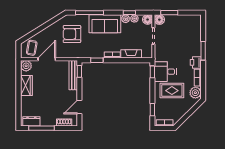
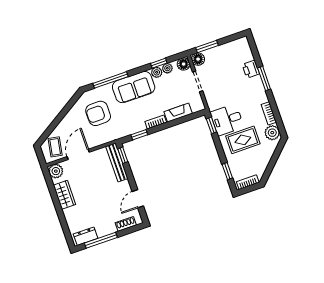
printer: (196, 62) -> (251, 69), moved

